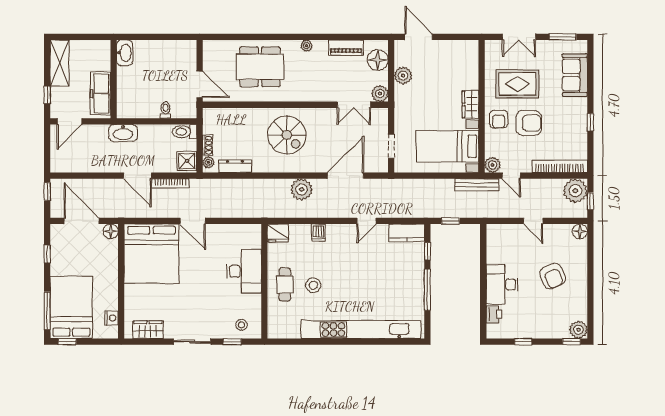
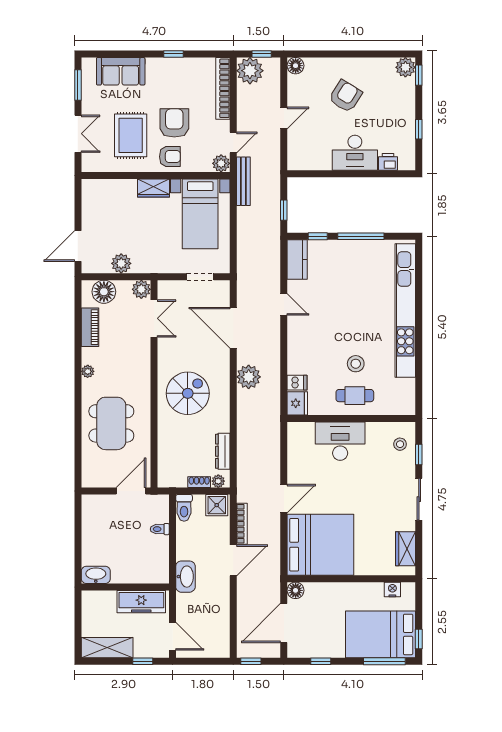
dishwasher: (318, 233) -> (297, 383), moved
armchair: (553, 276) -> (345, 96), turned -34

